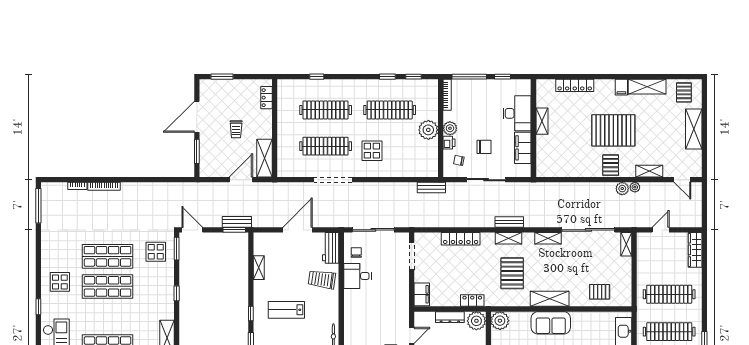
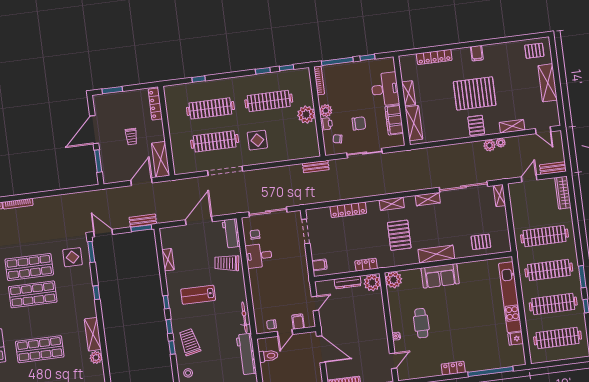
shelving: (647, 87) -> (414, 123), moved, turned 90
pallet: (684, 92) -> (534, 51), turned 90
locker: (266, 98) -> (155, 104), width x1.53
bench: (509, 222) -> (553, 168), moved
filing cabinet: (422, 294) -> (319, 265), width x0.50

